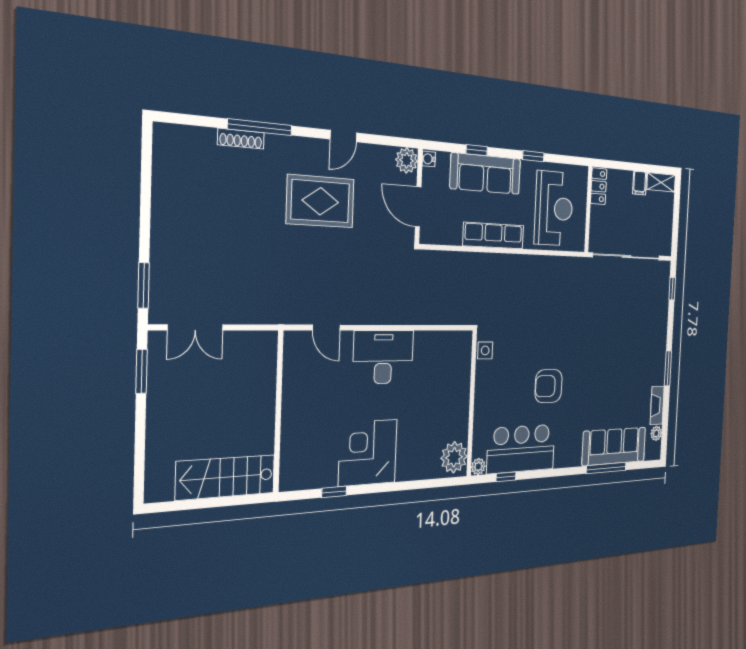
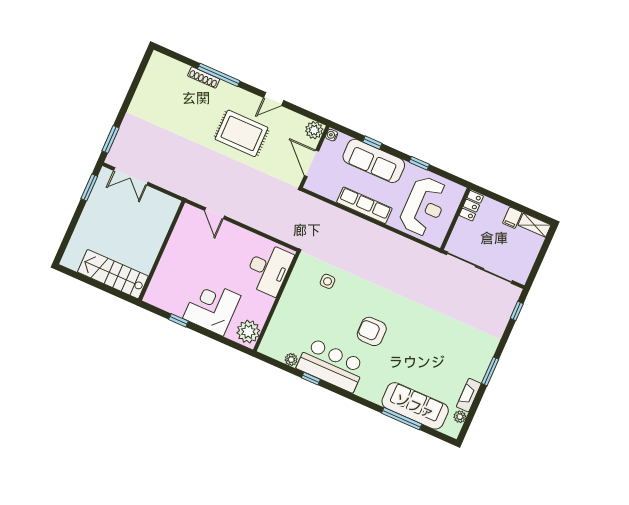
desk: (383, 357) -> (268, 269), moved, turned 90
wall: (472, 403) -> (277, 301), moved
plant: (454, 457) -> (248, 332), moved

